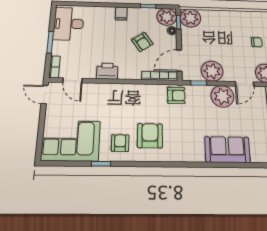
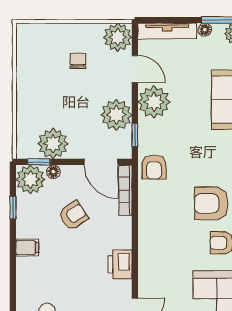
plant: (190, 18) -> (53, 144), moved
chair: (257, 42) -> (78, 61), moved
armchair: (176, 95) -> (154, 167), turned 180

